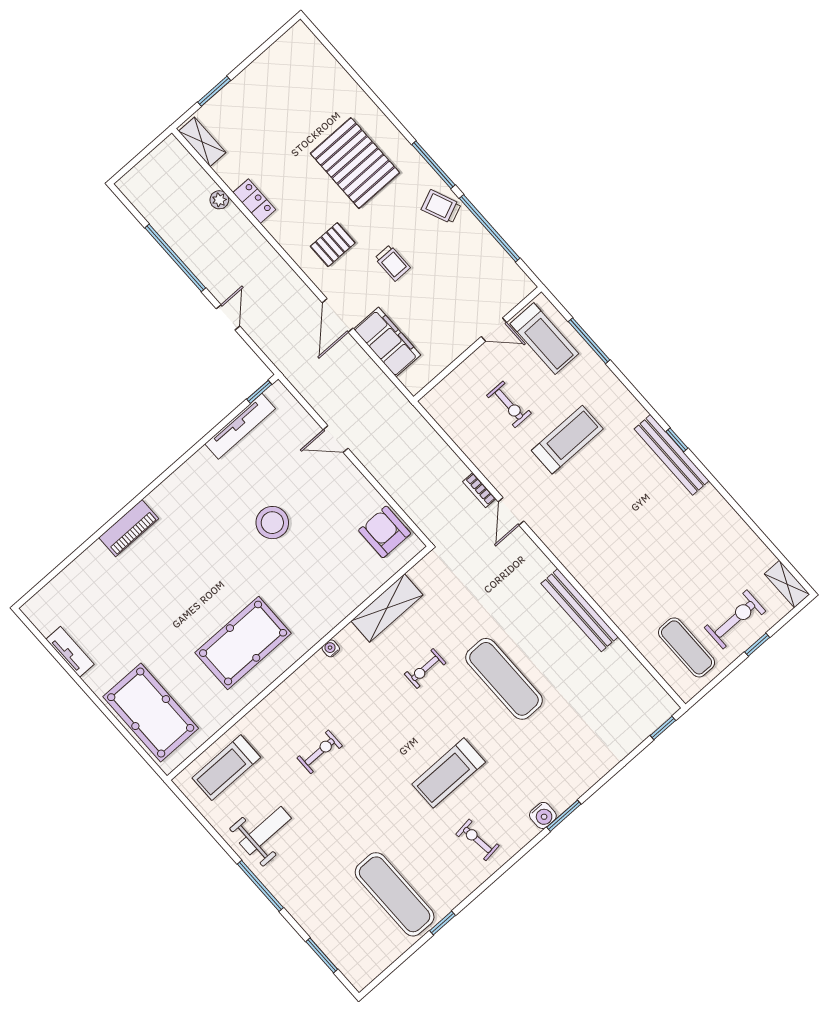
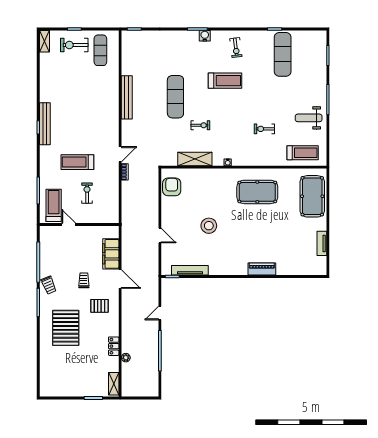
door: (338, 315) -> (120, 279), hinge flipped
armchair: (385, 532) -> (172, 187), turned 180

